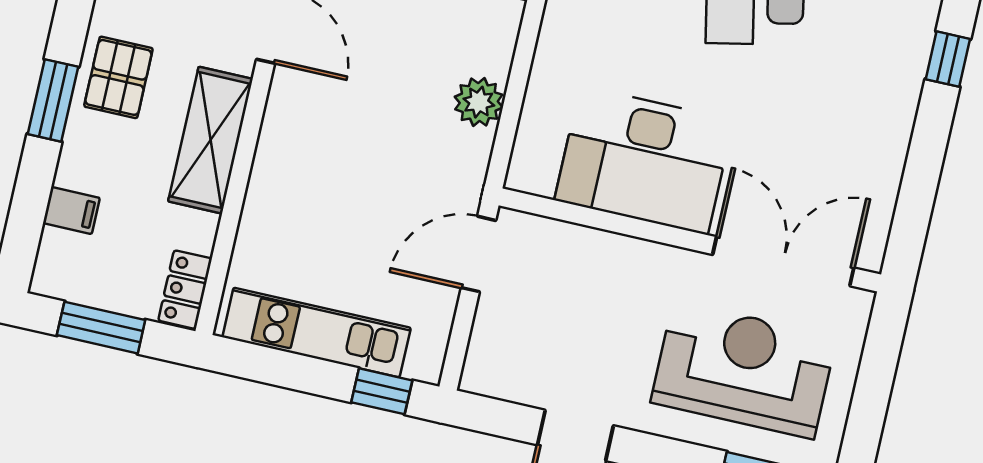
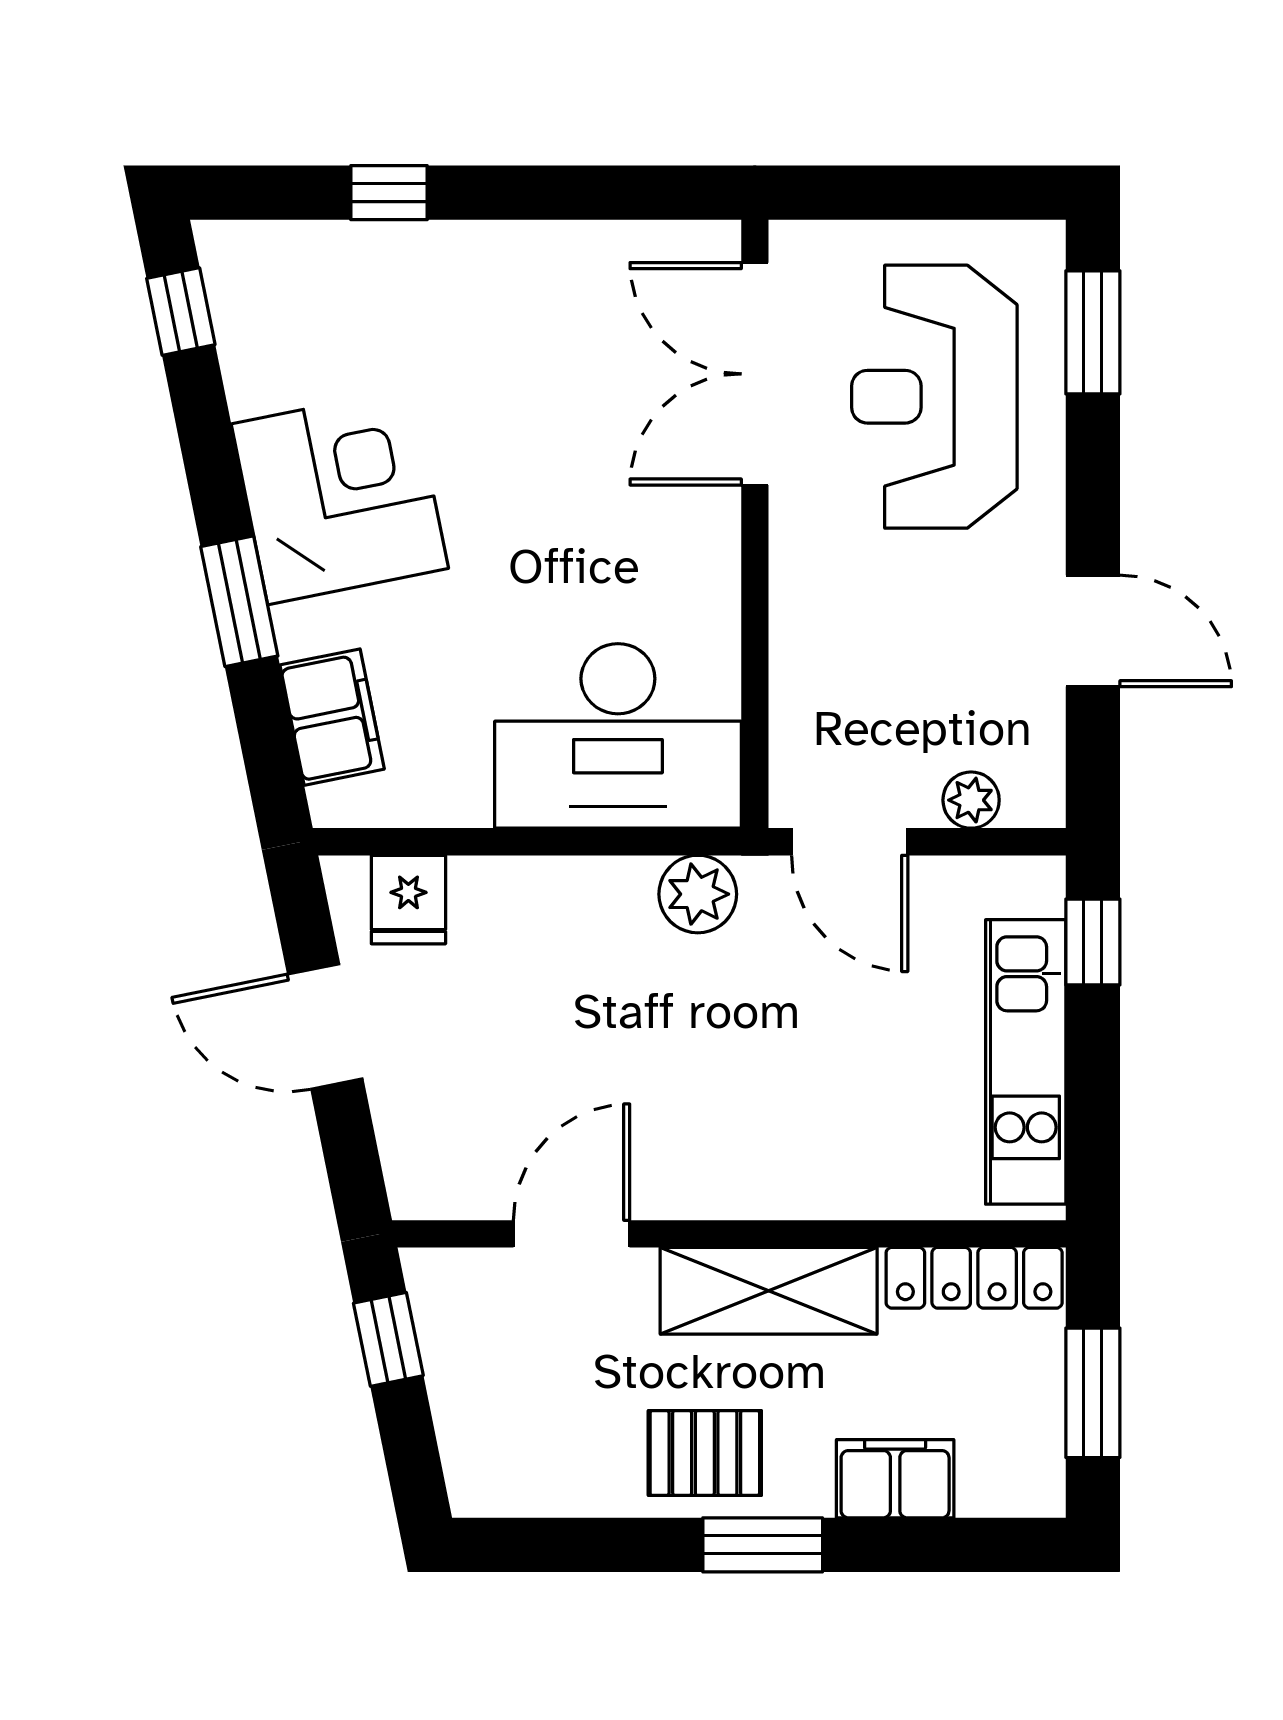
plant: (479, 102) -> (698, 894), moved
desk: (644, 160) -> (618, 736), moved, turned 90
filing cabinet: (71, 211) -> (895, 1479), width x2.00
locker: (185, 290) -> (974, 1278), width x1.53
plant: (487, 336) -> (971, 800), added

